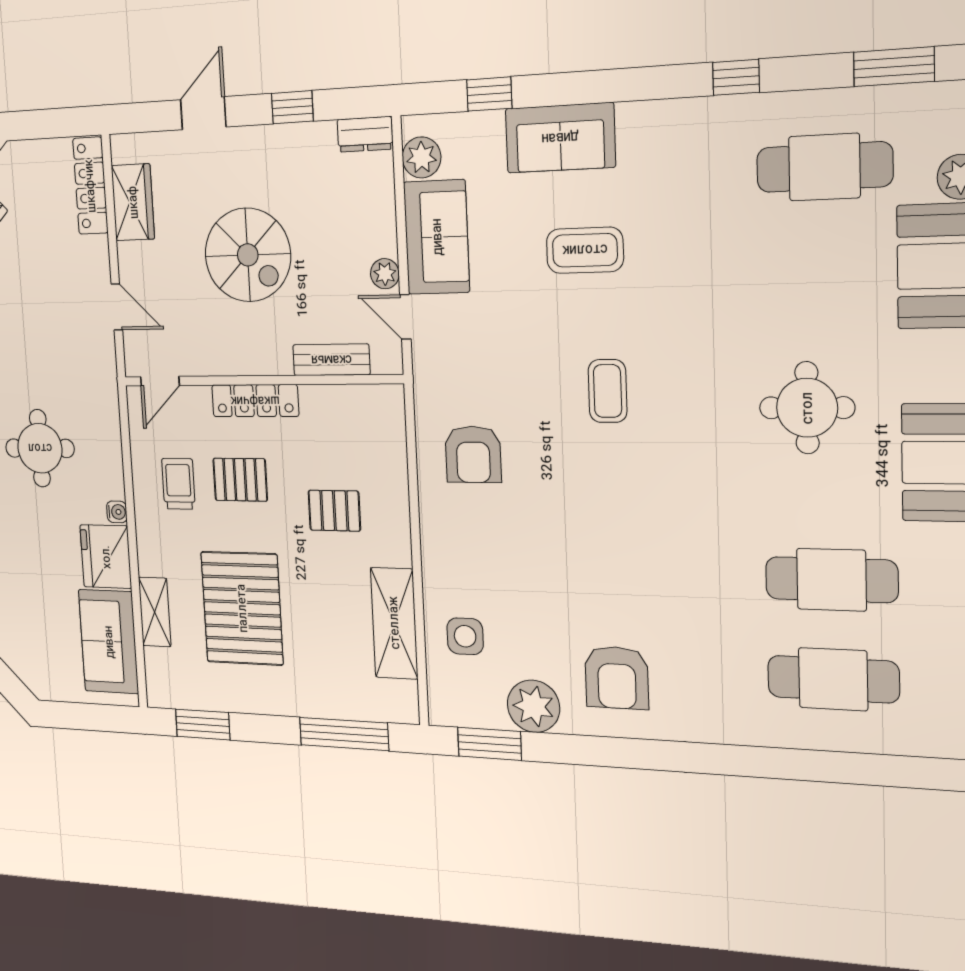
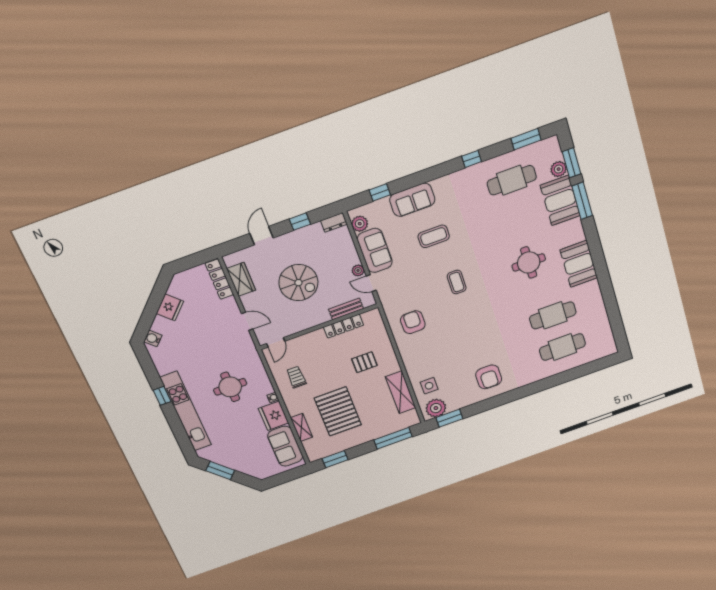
locker: (255, 401) -> (343, 326), moved
armchair: (473, 454) -> (413, 322), turned 180
pallet: (240, 480) -> (322, 366), removed
plant: (533, 706) -> (436, 408), moved

